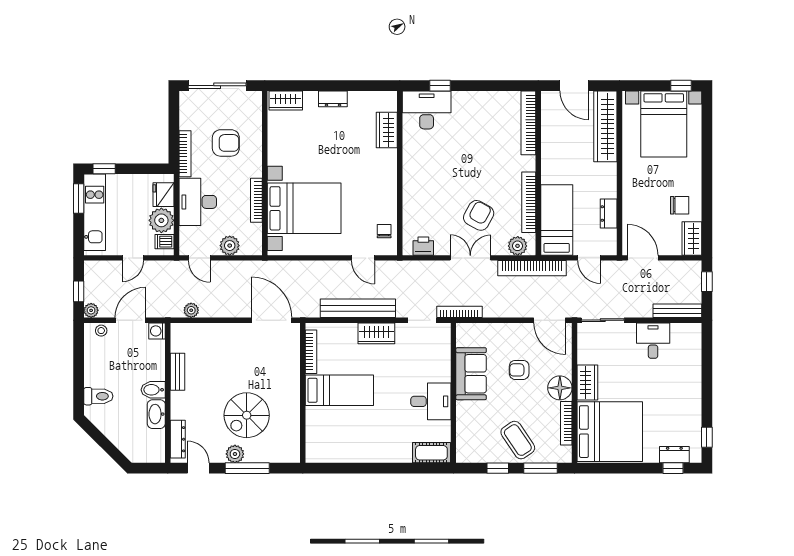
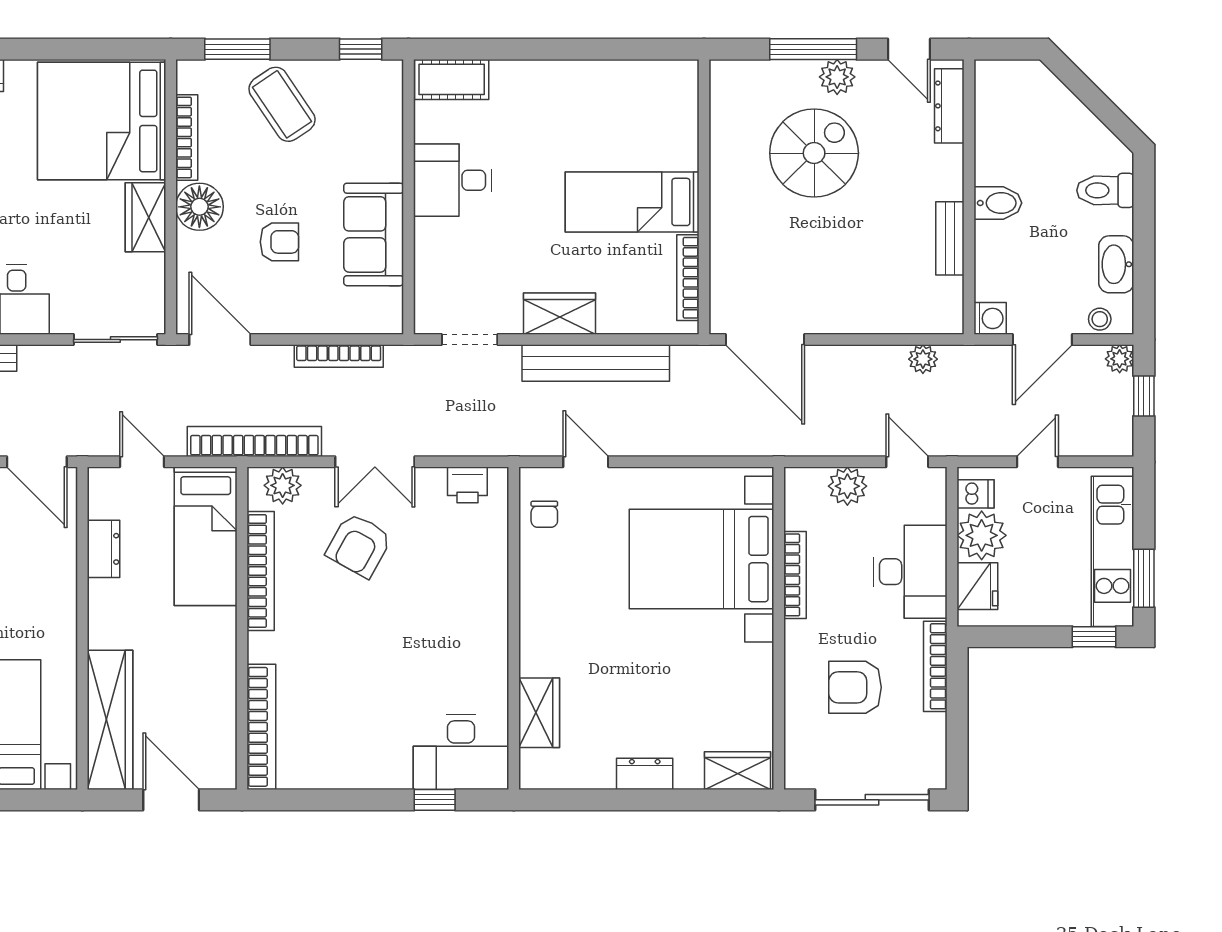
bookcase: (459, 312) -> (339, 356), moved
washbasin: (156, 414) -> (1116, 264), moved, turned 180
window: (498, 468) -> (361, 49), moved

